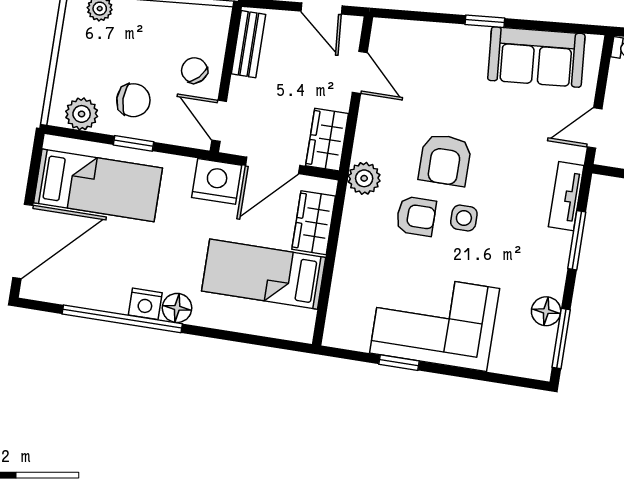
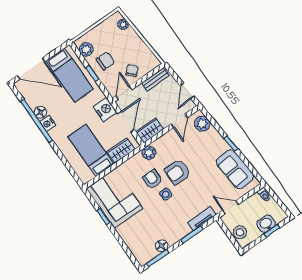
plant: (403, 38) -> (202, 124), added
chair: (133, 100) -> (105, 61), turned -90
door: (273, 165) -> (126, 122), swing flipped
armchair: (416, 216) -> (152, 179), turned 180
floor lamp: (177, 308) -> (40, 112), moved
corner sofa: (435, 321) -> (115, 198), moved

